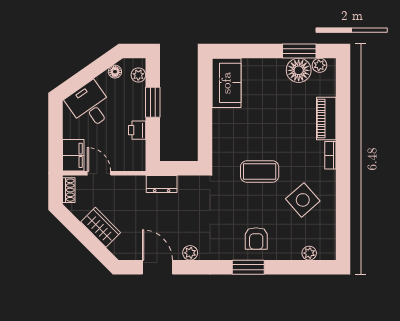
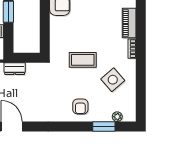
plant: (190, 253) -> (34, 116), removed
window: (248, 267) -> (104, 127), moved

